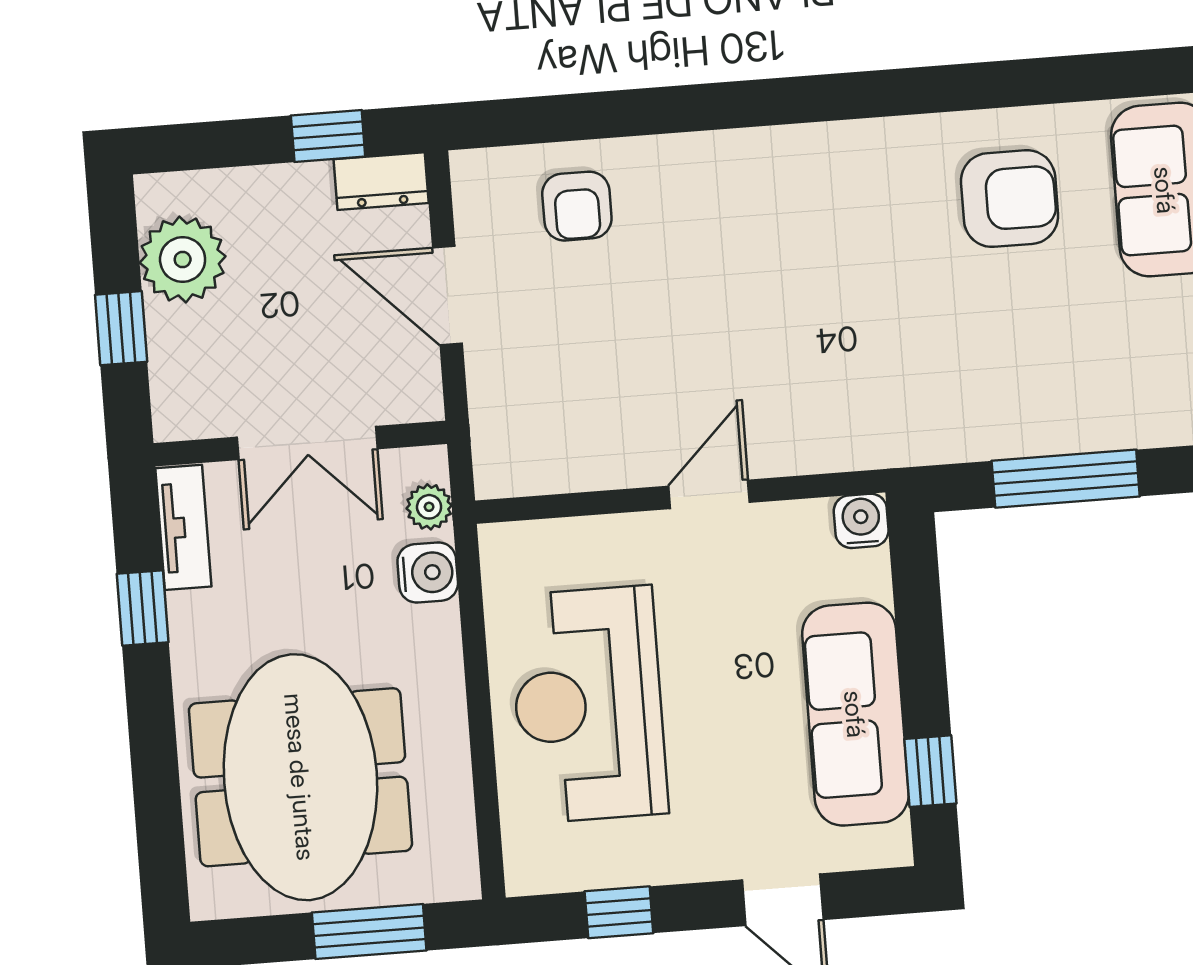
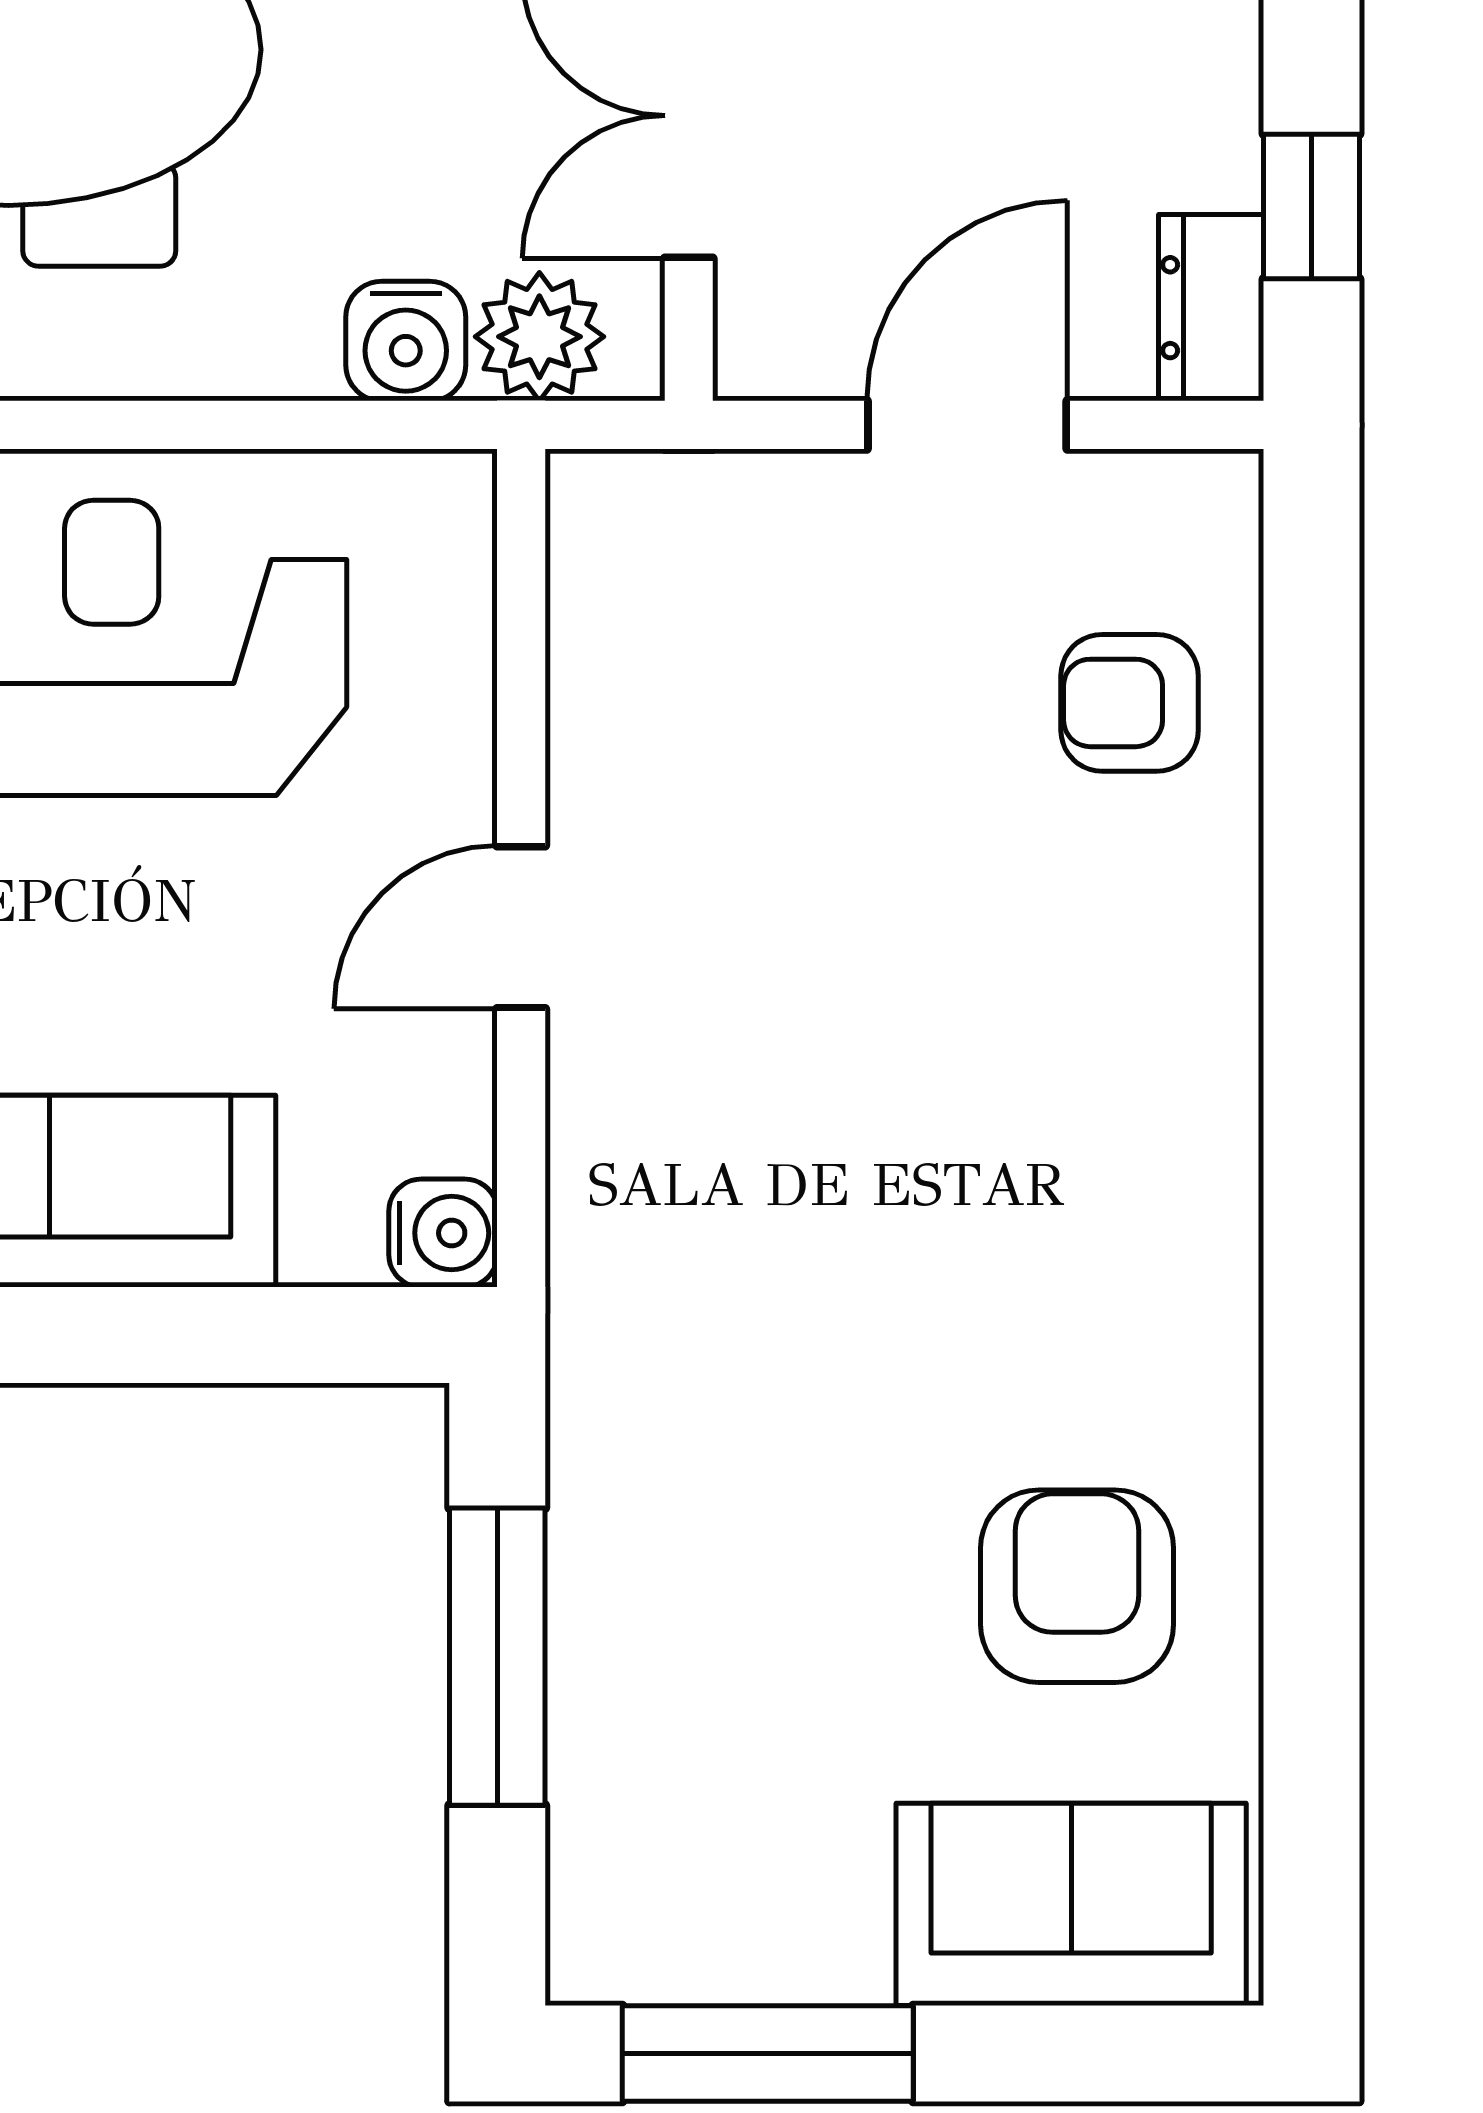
armchair: (1010, 199) -> (1077, 1586), turned 180
door: (709, 494) -> (521, 927), swing flipped
plant: (429, 507) -> (539, 337), width x1.38, depth x1.38

